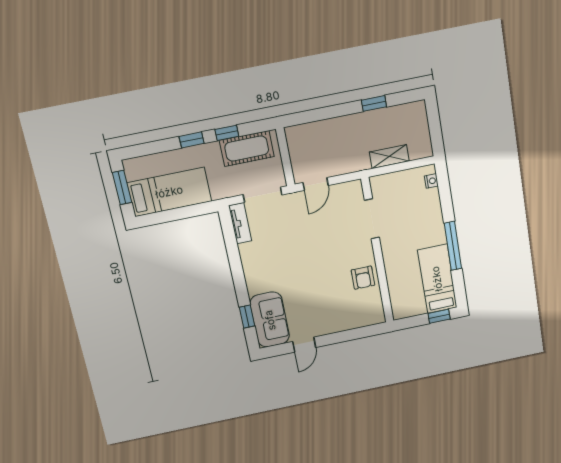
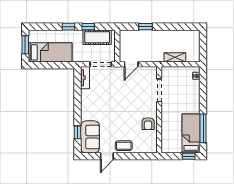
window: (374, 103) -> (146, 27), moved
window: (453, 246) -> (203, 128), moved
coffee table: (329, 322) -> (124, 146), added

